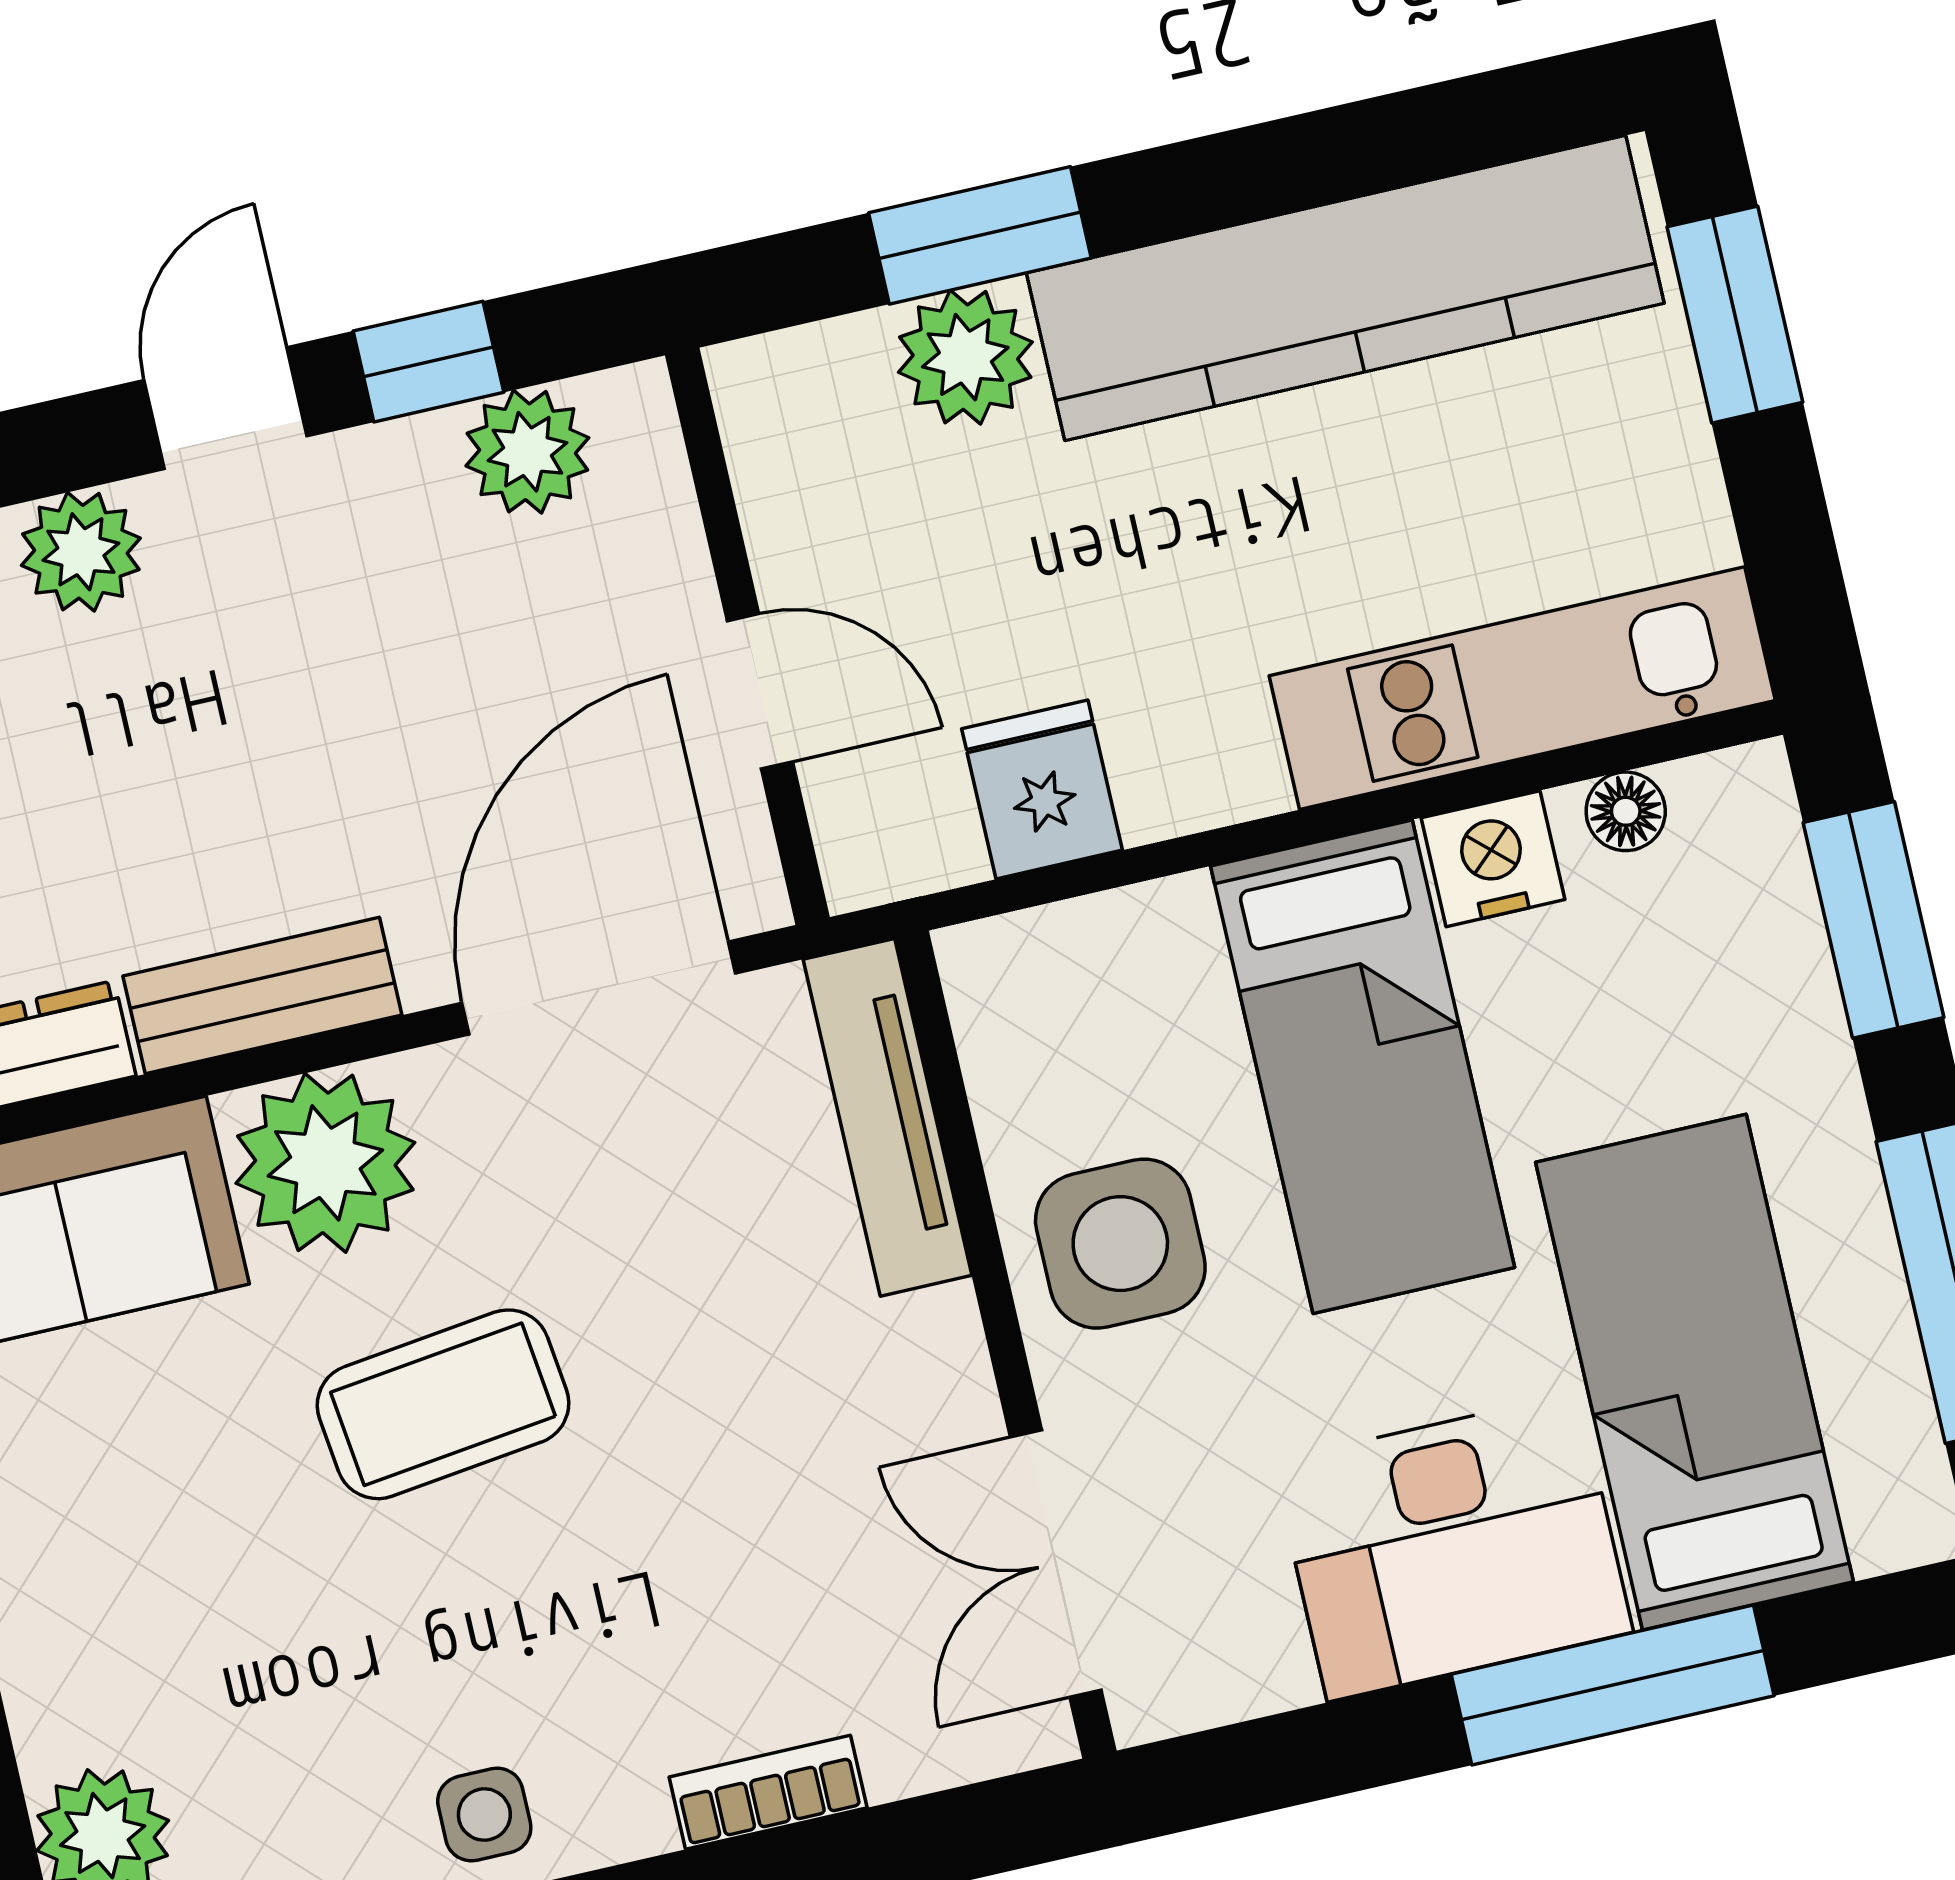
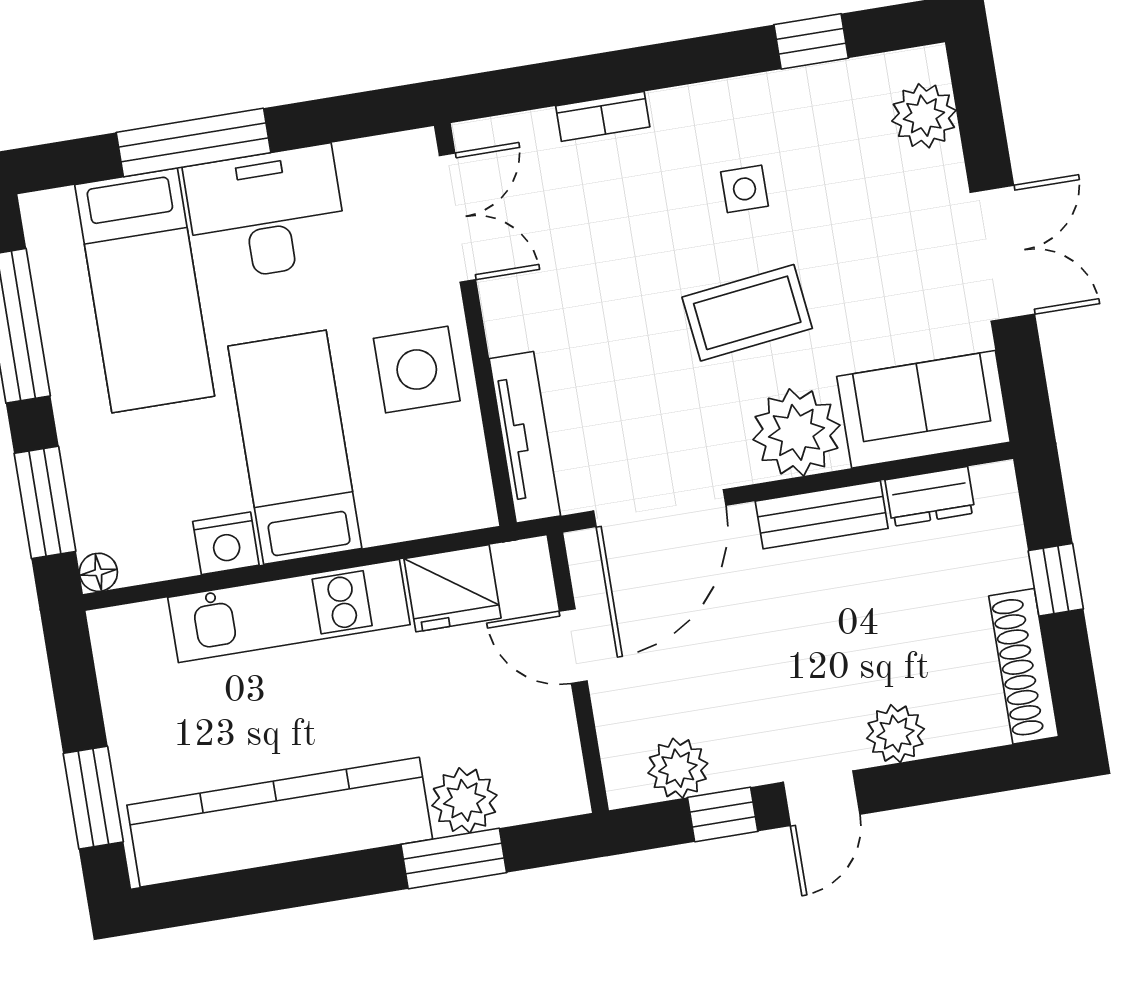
kitchen unit: (1522, 688) -> (289, 611), moved
fridge: (1042, 789) -> (453, 588), width x1.38
floor lamp: (1626, 811) -> (98, 572), moved
side table: (484, 1815) -> (745, 189), moved

